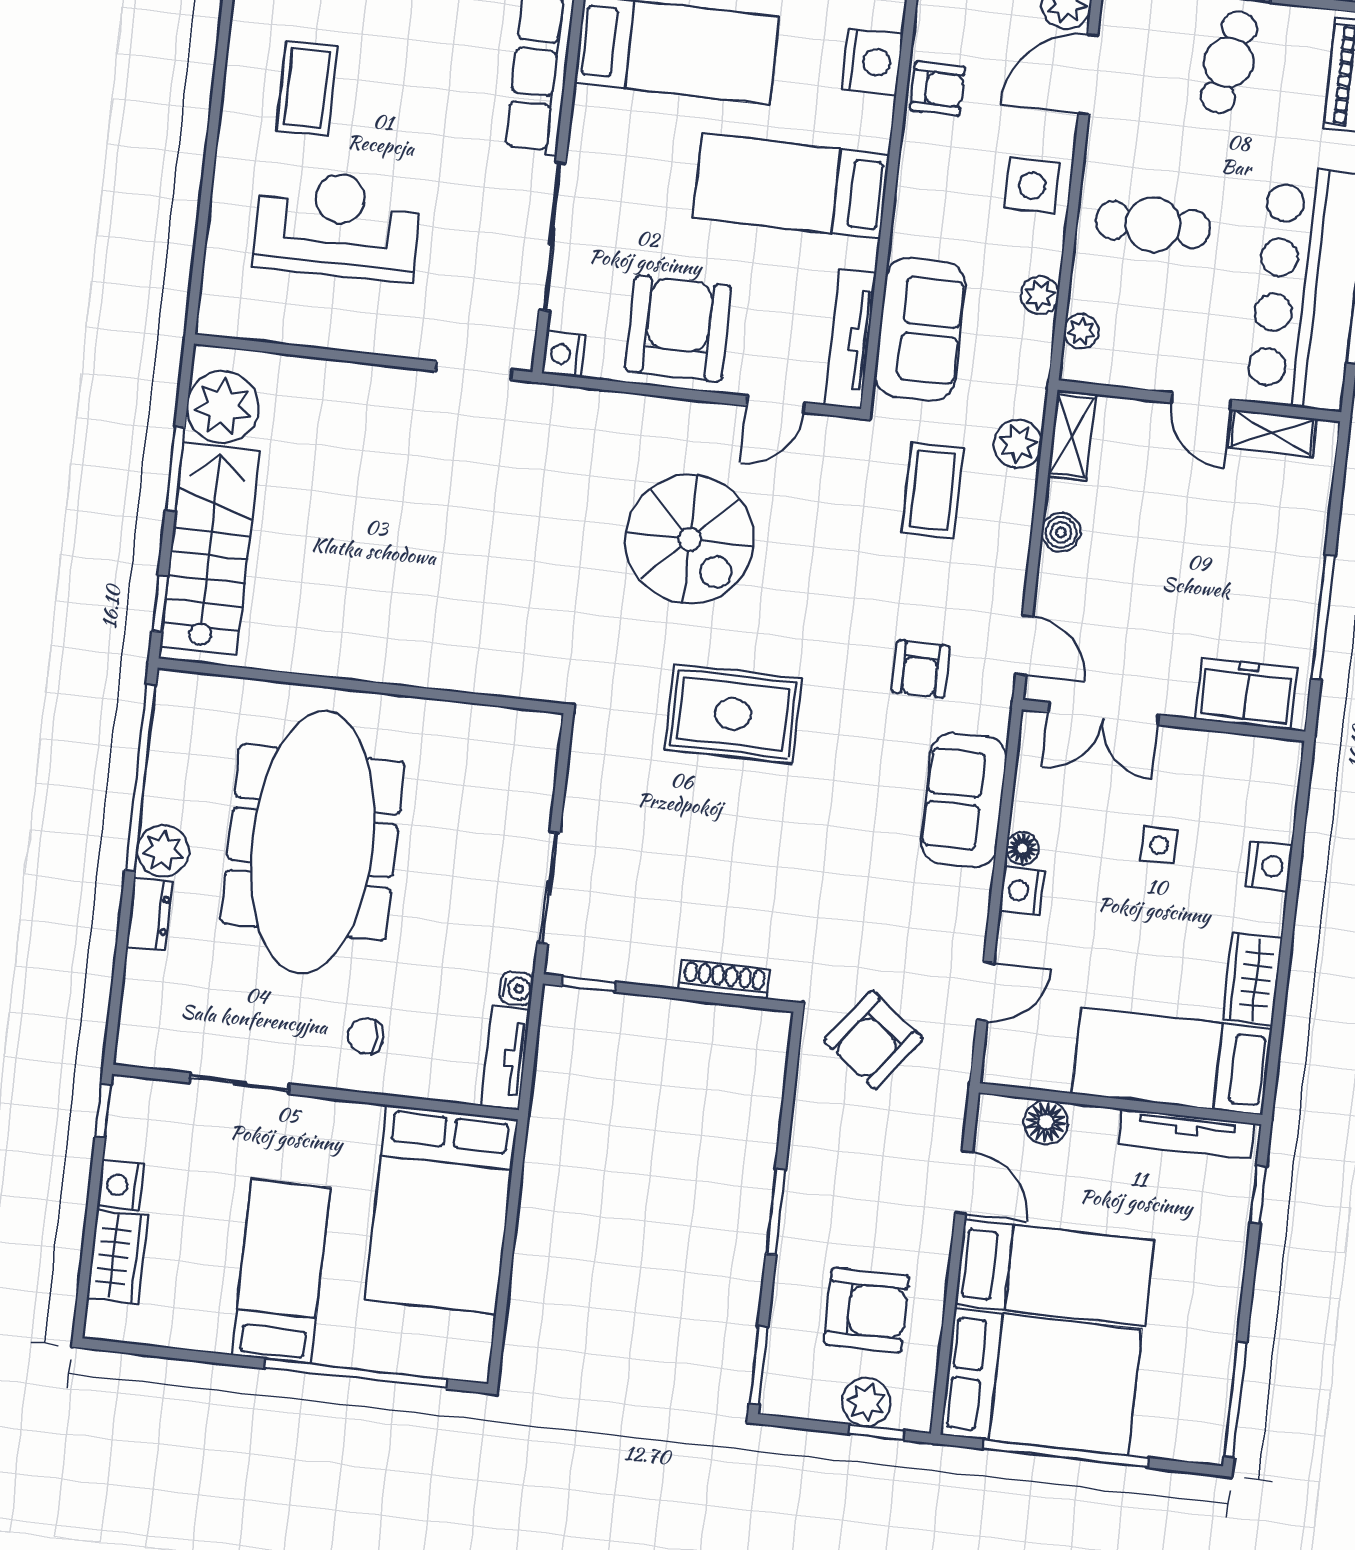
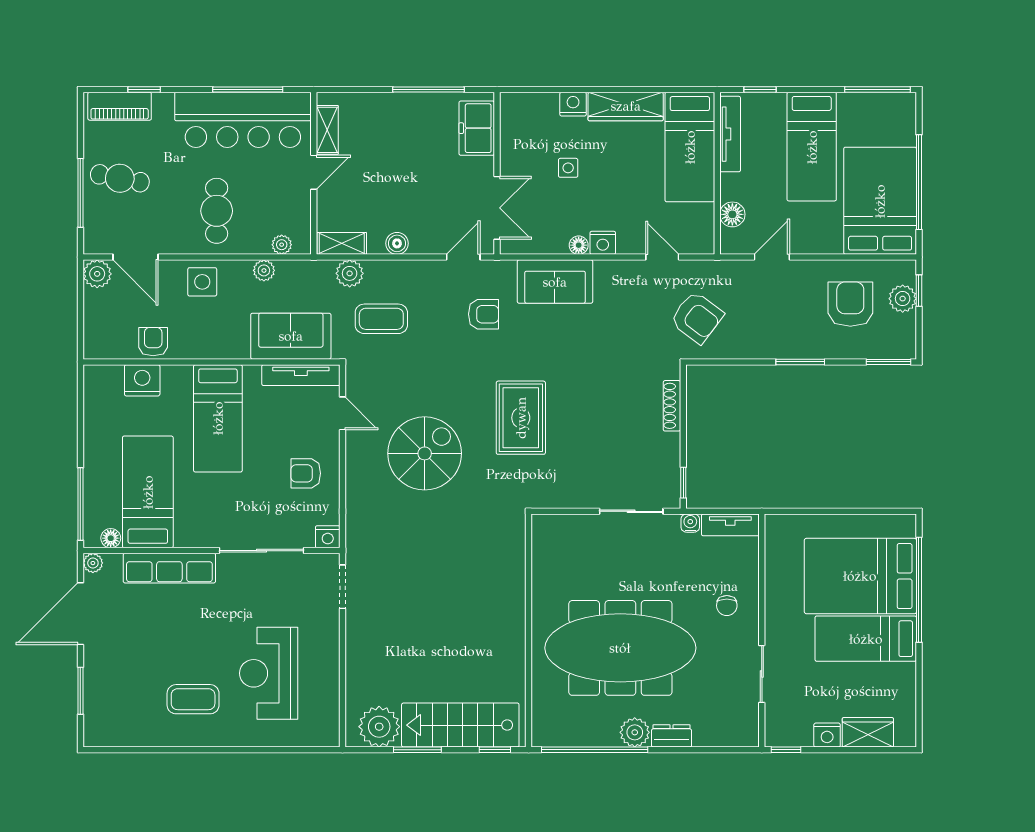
armchair: (678, 329) -> (306, 473), width x0.53, depth x0.53
wardrobe: (1252, 979) -> (626, 106), width x1.50
bed: (441, 1209) -> (860, 576), moved, turned 180
bed: (1055, 1273) -> (812, 147), moved, turned 180

